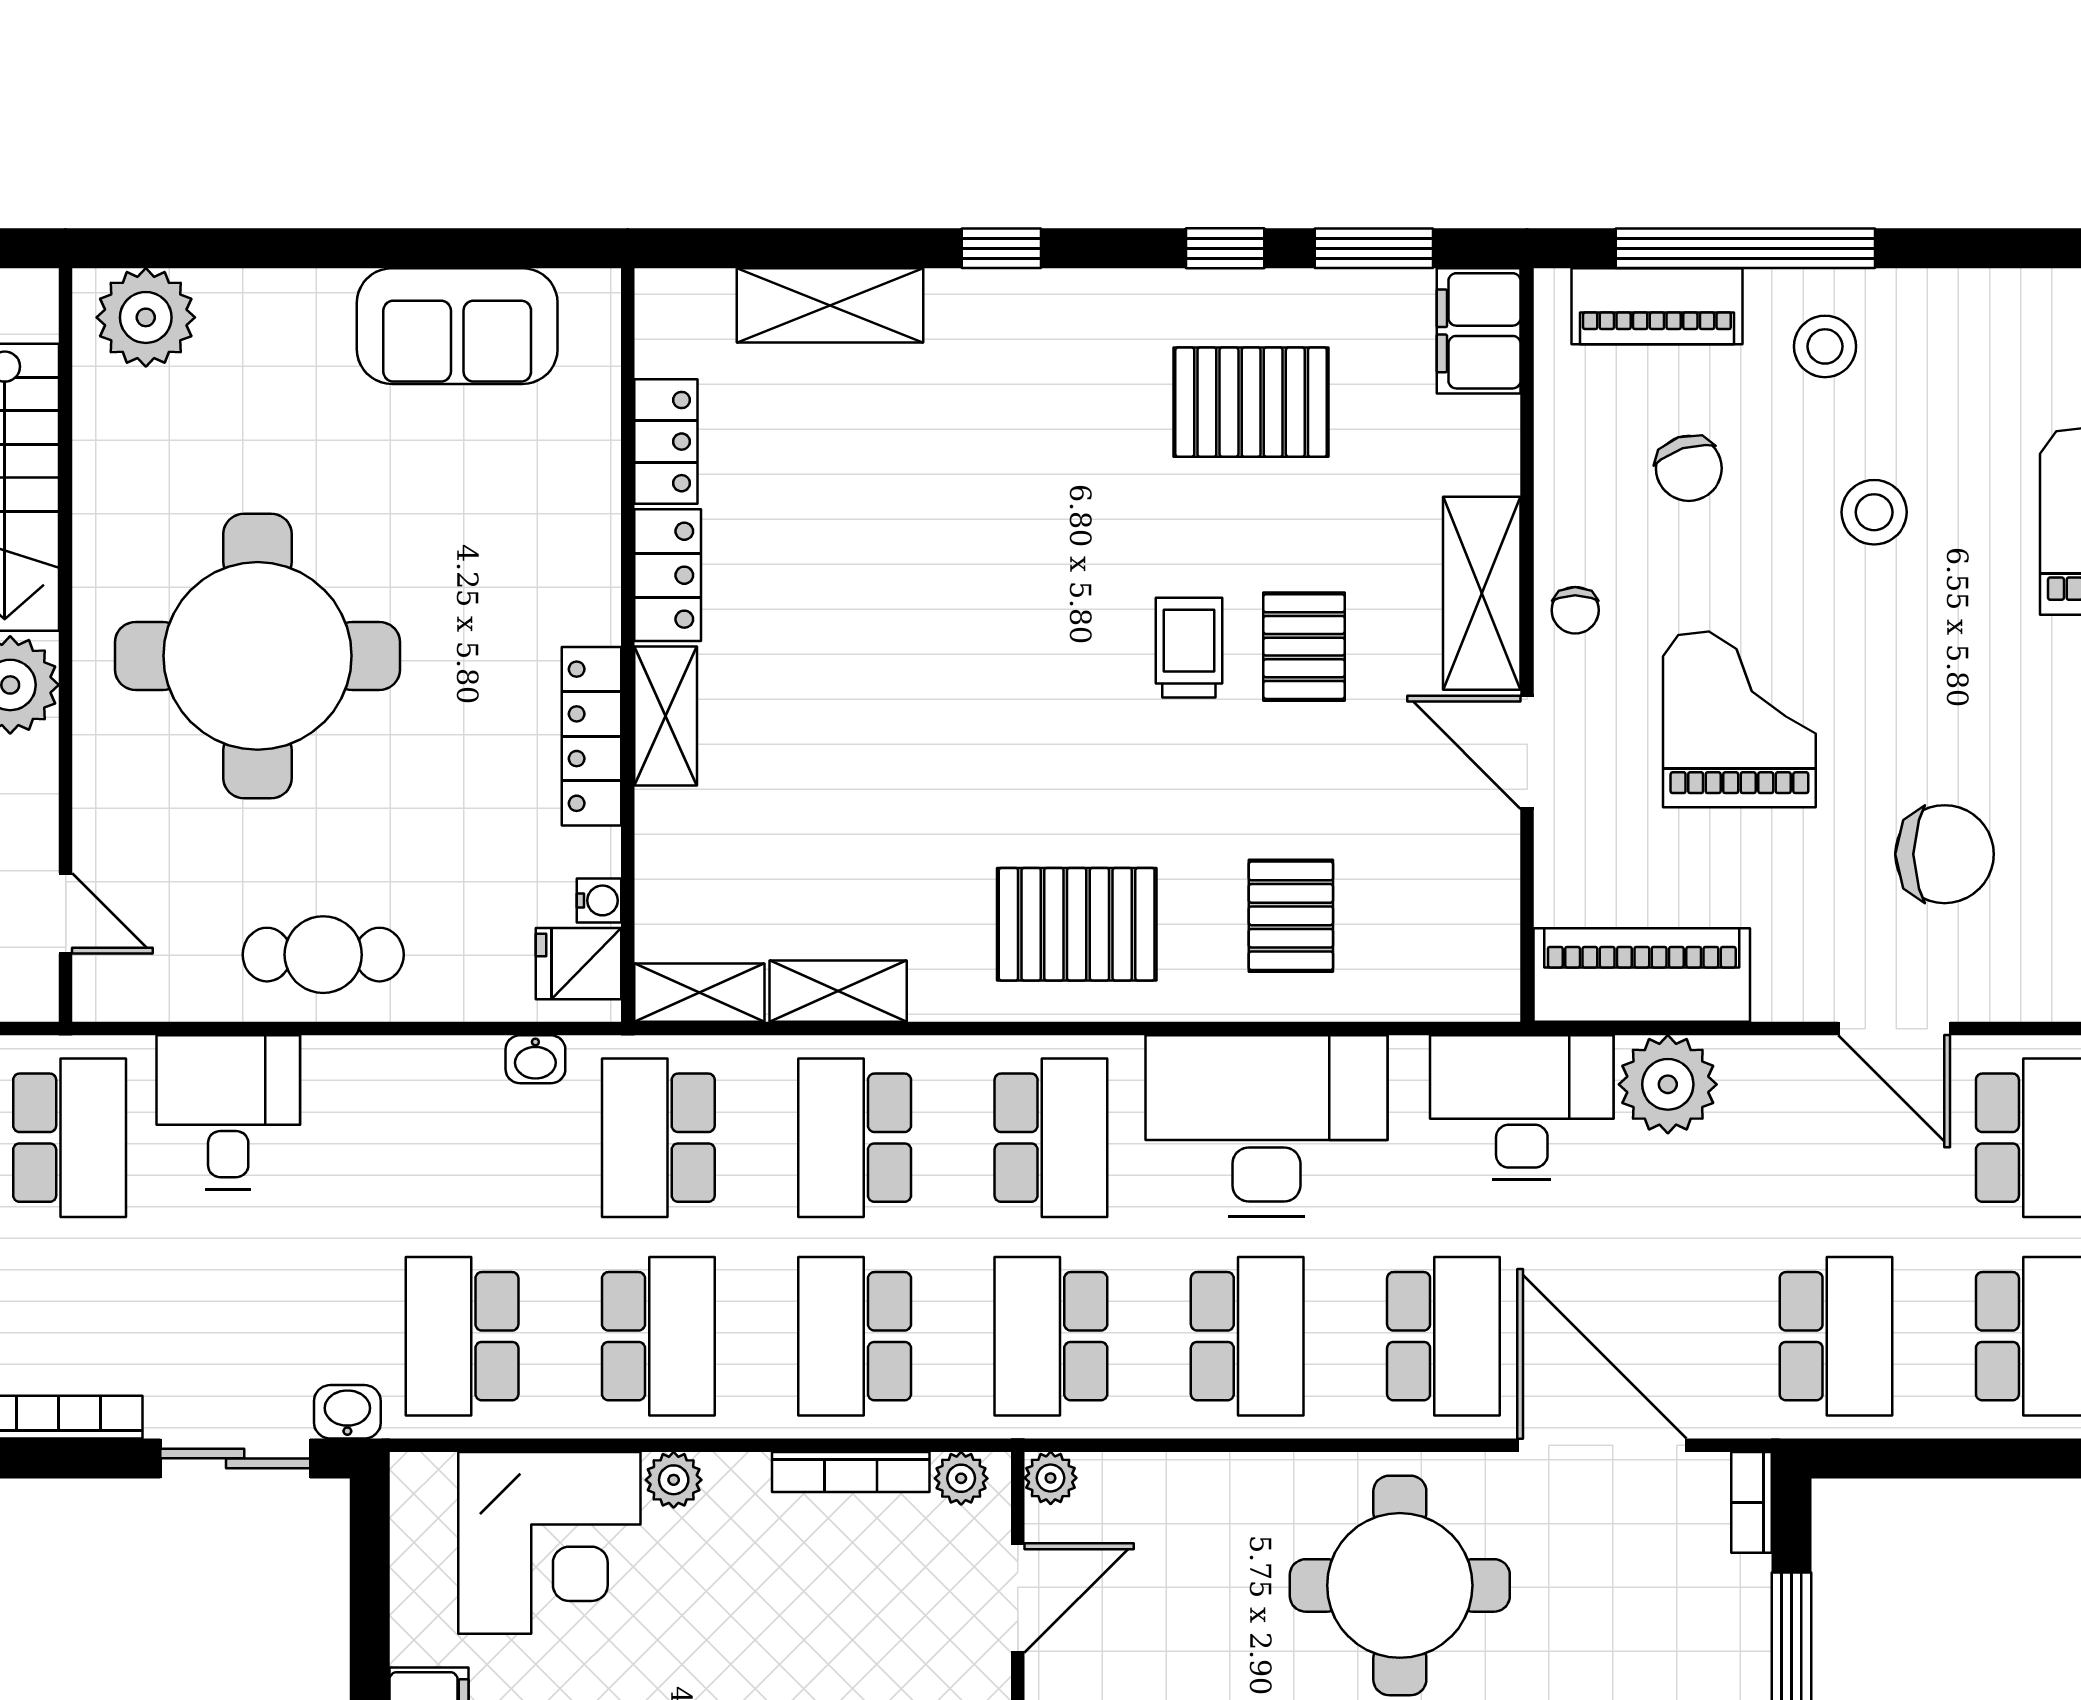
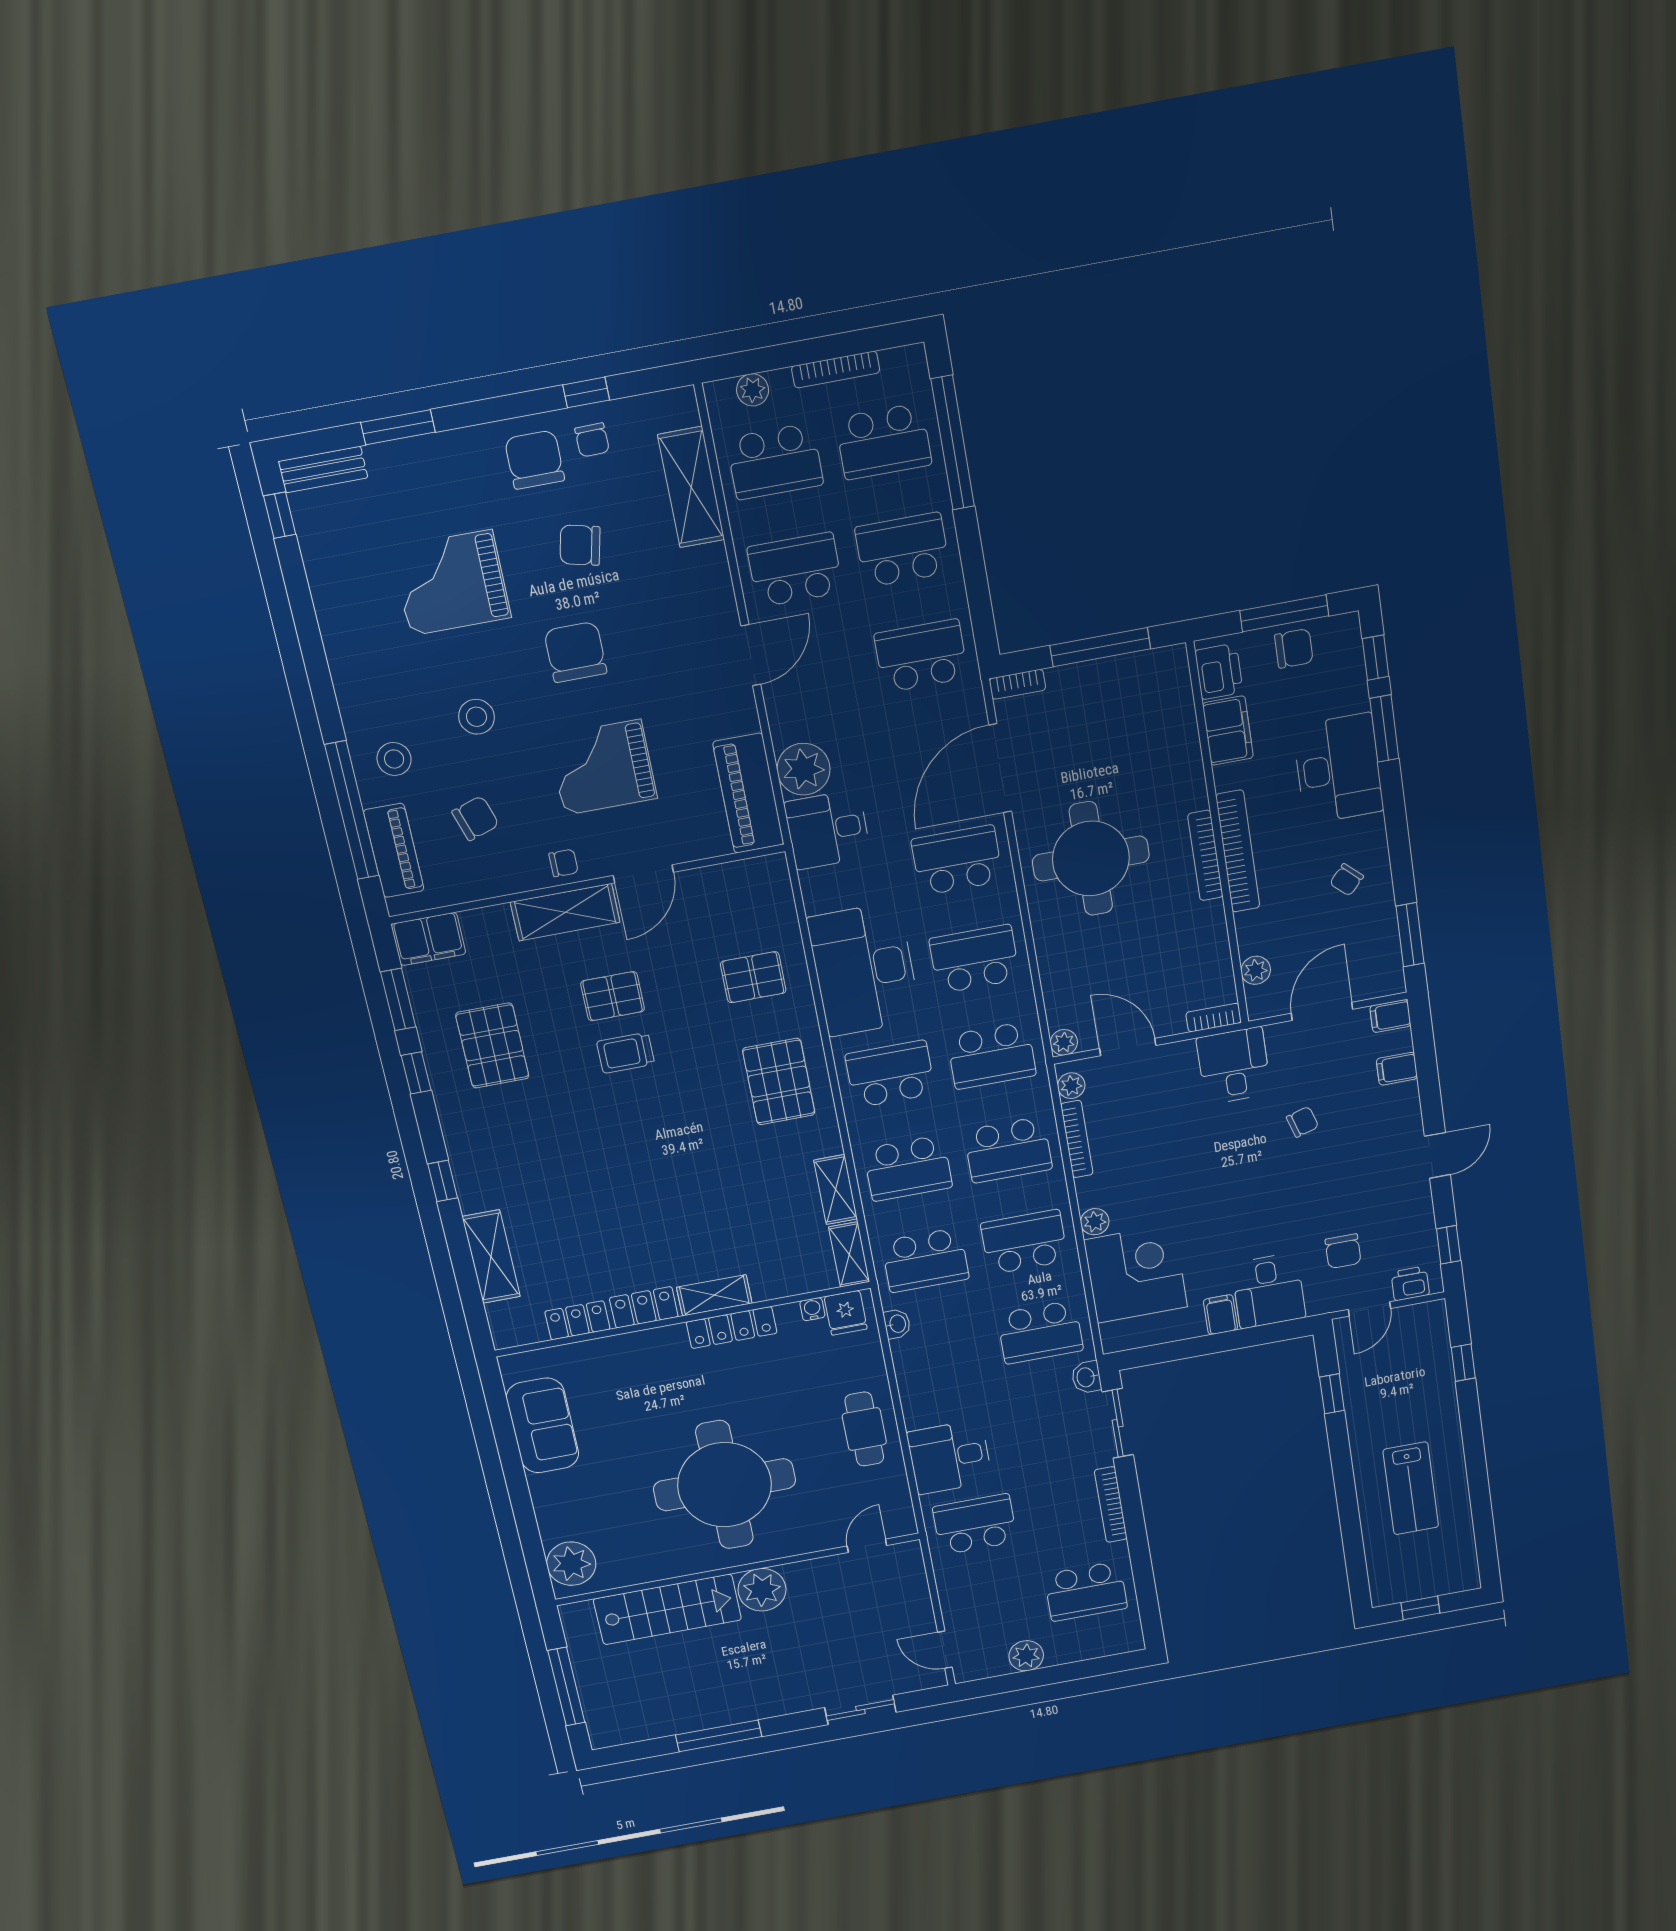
chair: (1945, 854) -> (575, 652), moved
desk: (1522, 1107) -> (828, 830), width x0.73

